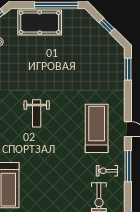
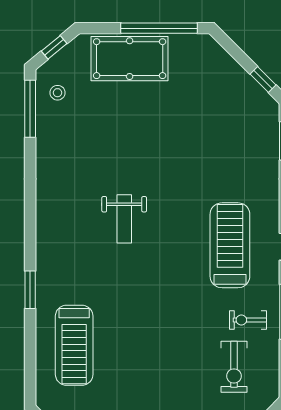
window: (107, 26) -> (263, 80), moved

